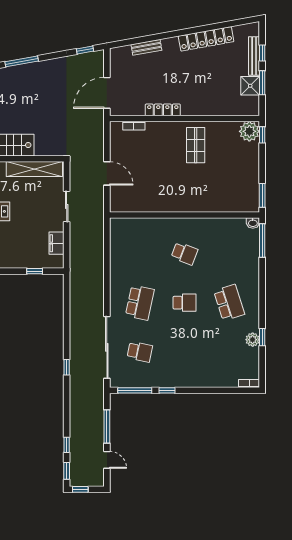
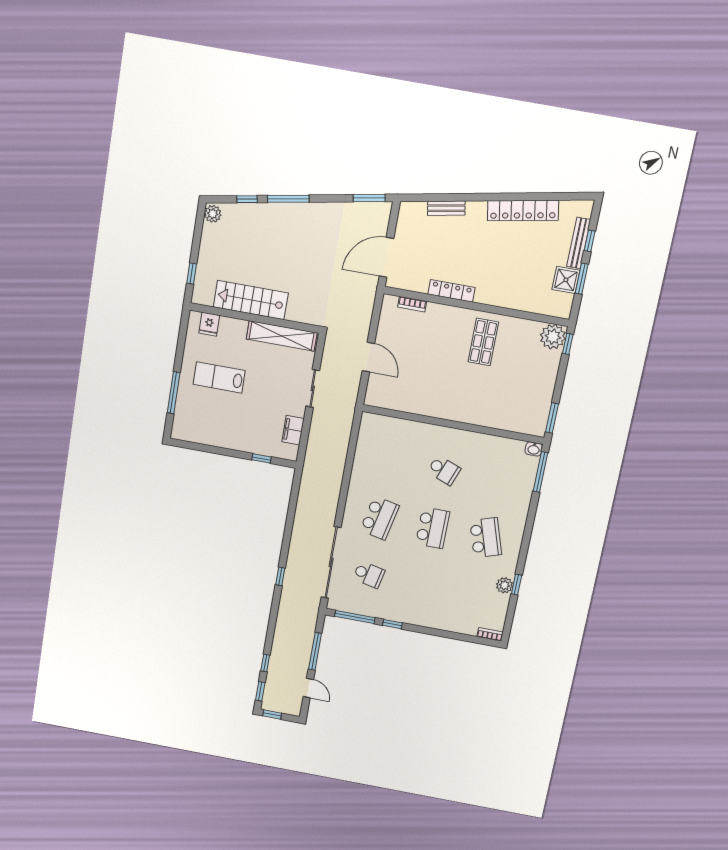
window: (85, 50) -> (369, 198), width x1.50
school desk: (184, 303) -> (433, 528), width x1.85

